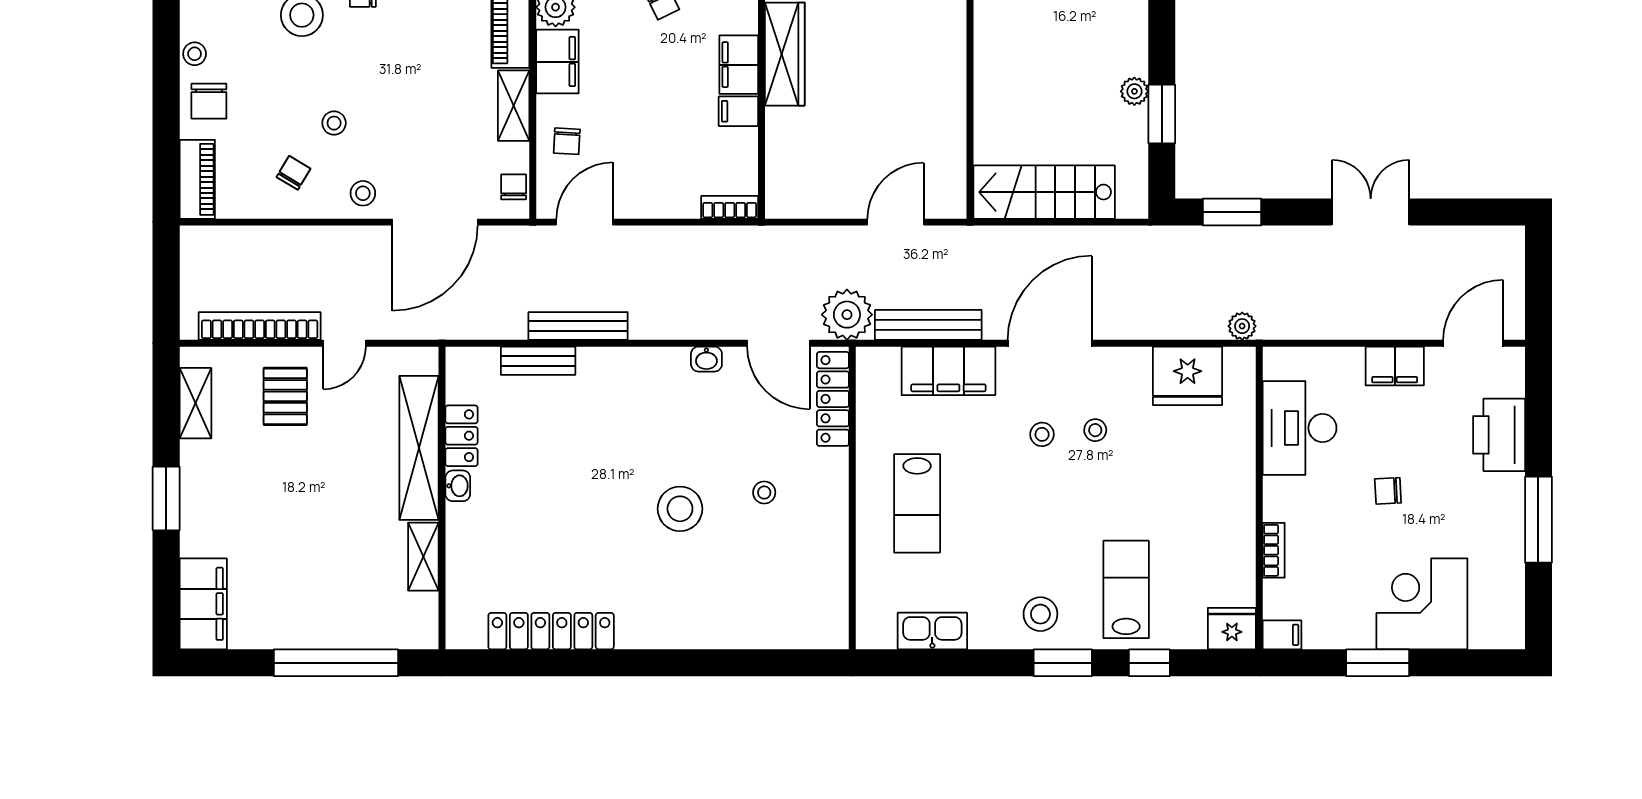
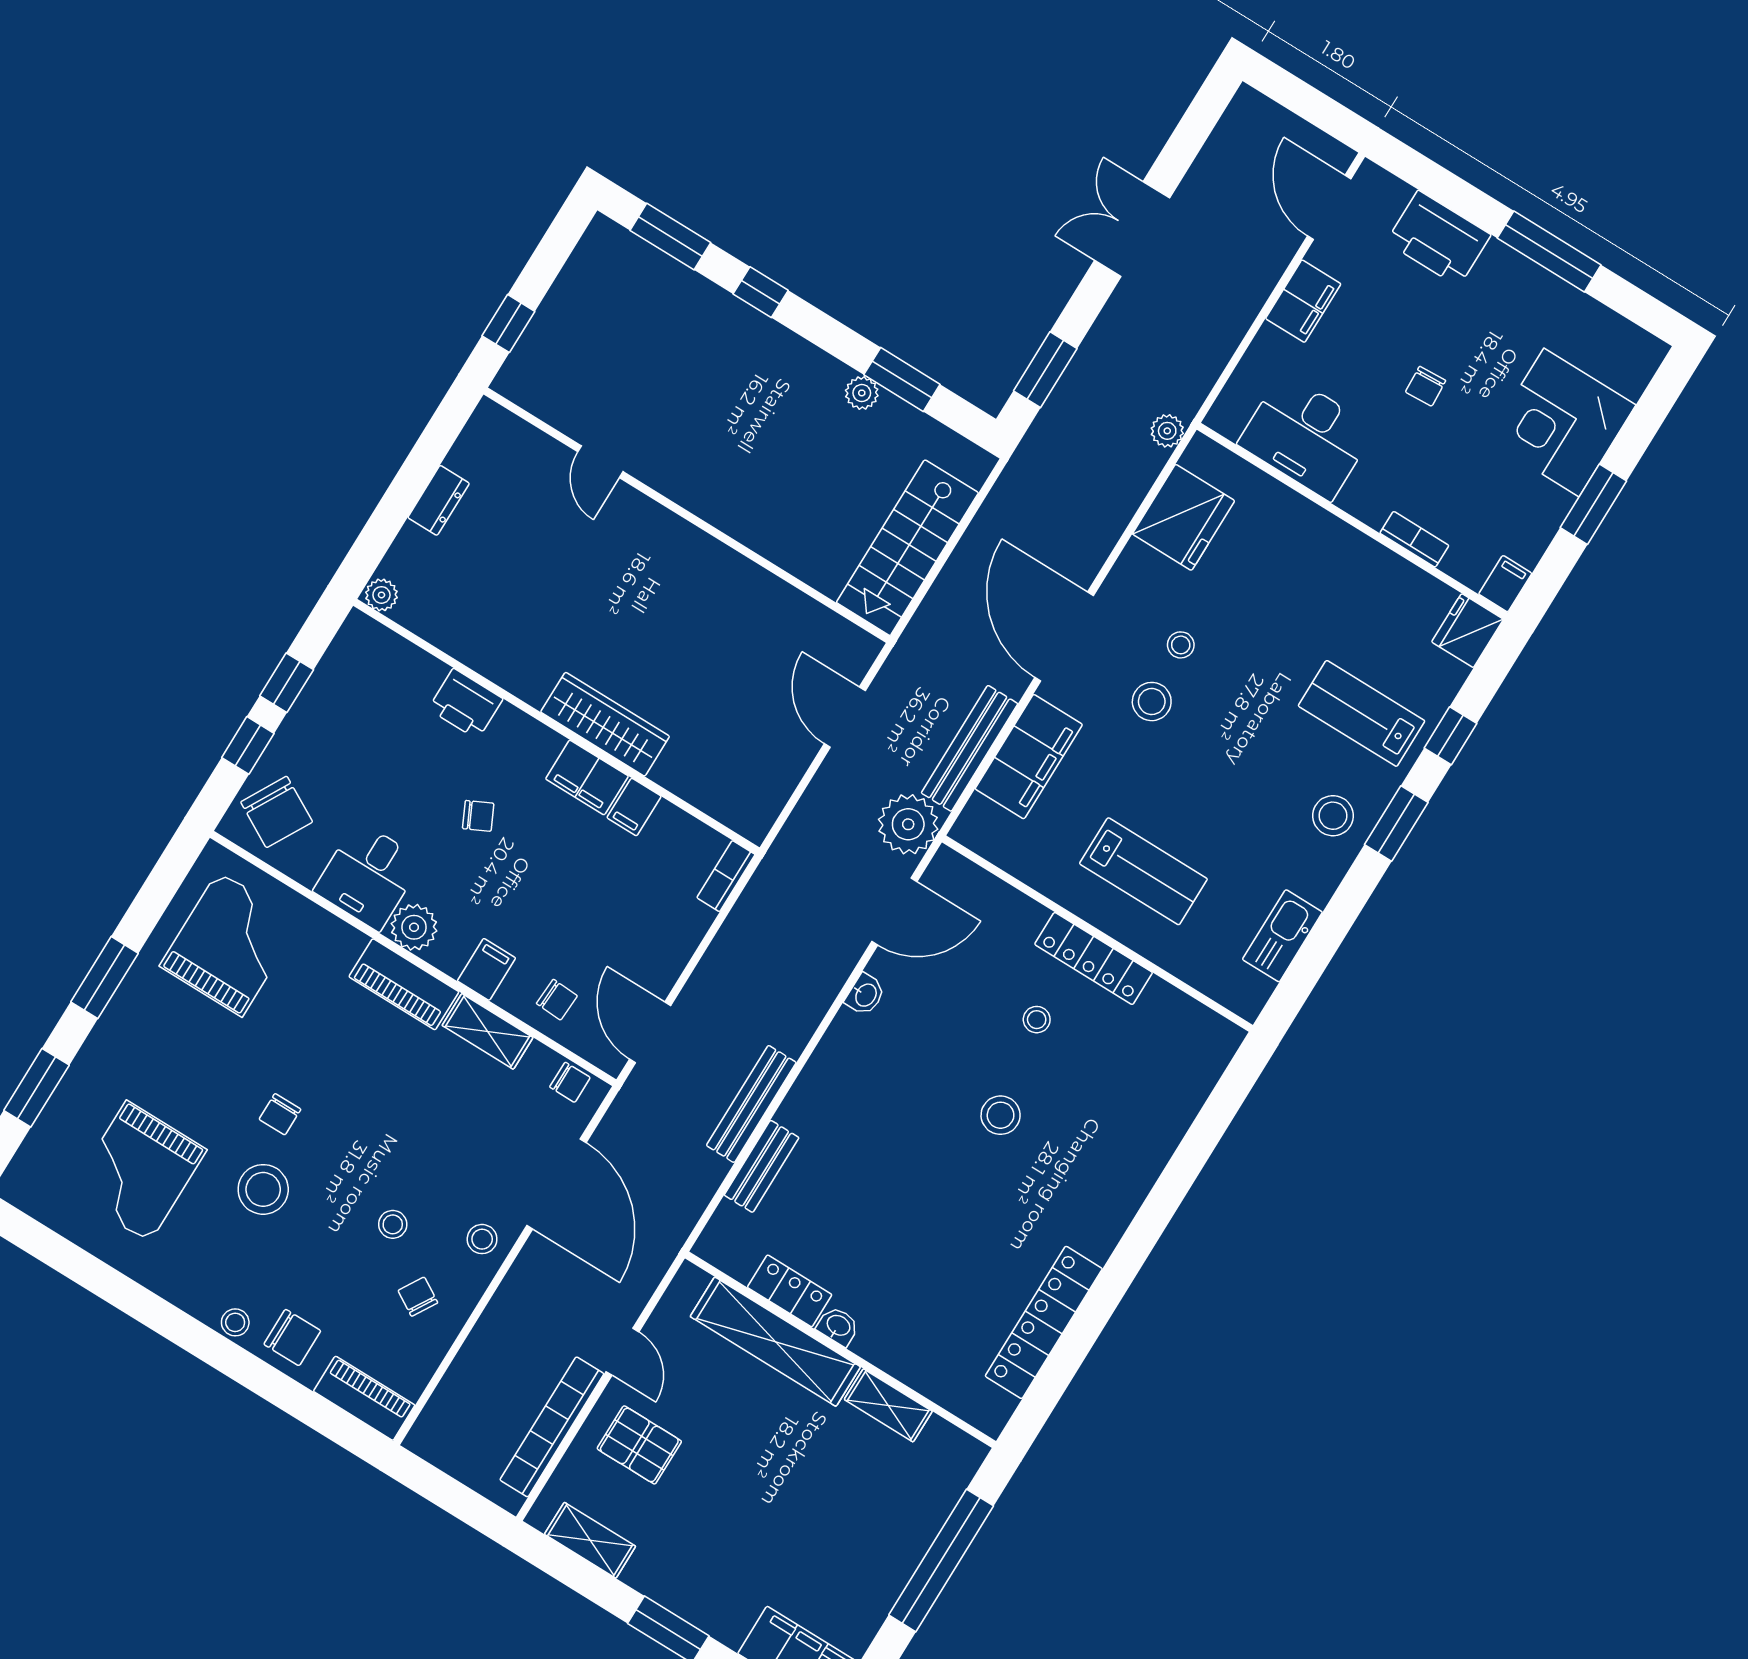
filing cabinet: (557, 62) -> (486, 969), width x0.50
chair: (514, 187) -> (570, 1082), turned 180
locker: (833, 399) -> (1094, 958), moved
stool: (1042, 434) -> (1152, 702), width x1.37, depth x1.37
stool: (680, 509) -> (1001, 1115), width x0.73, depth x0.73

